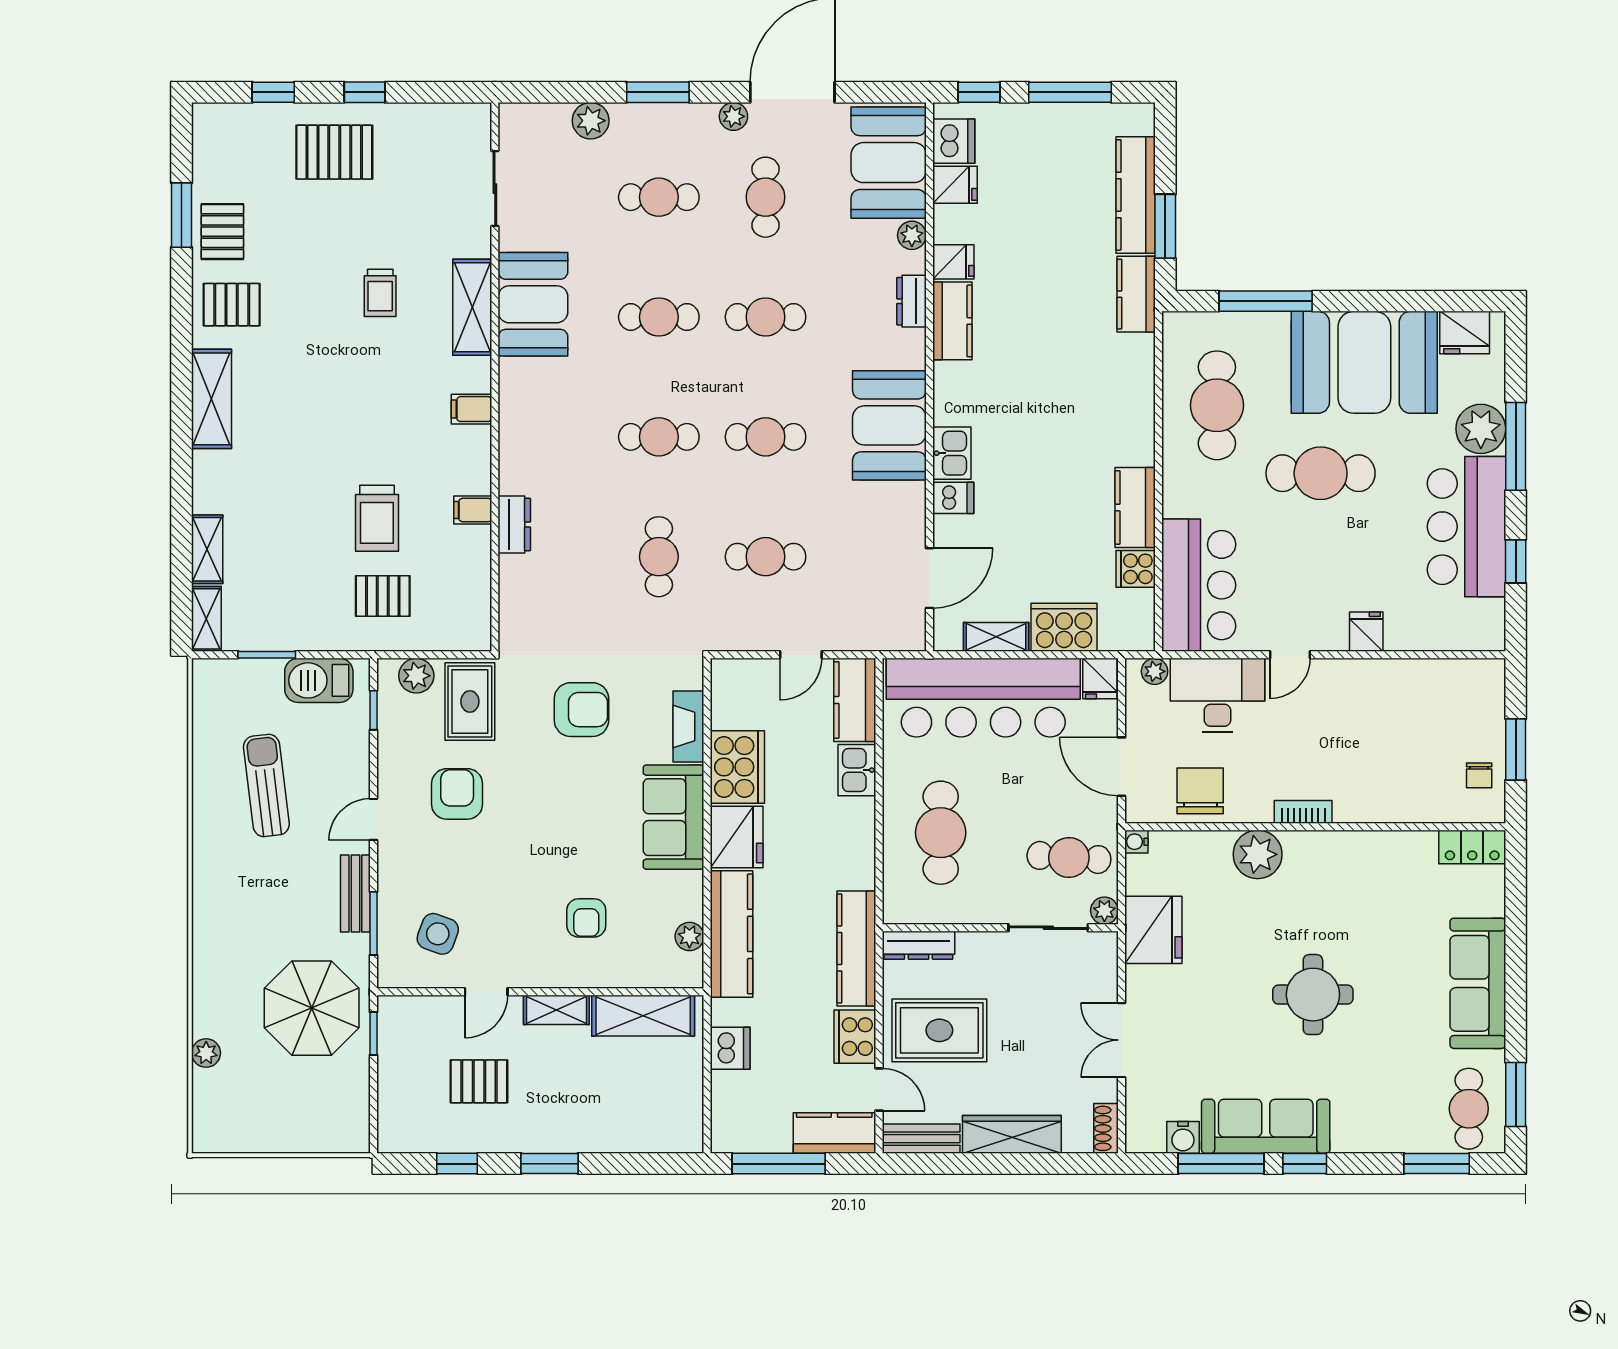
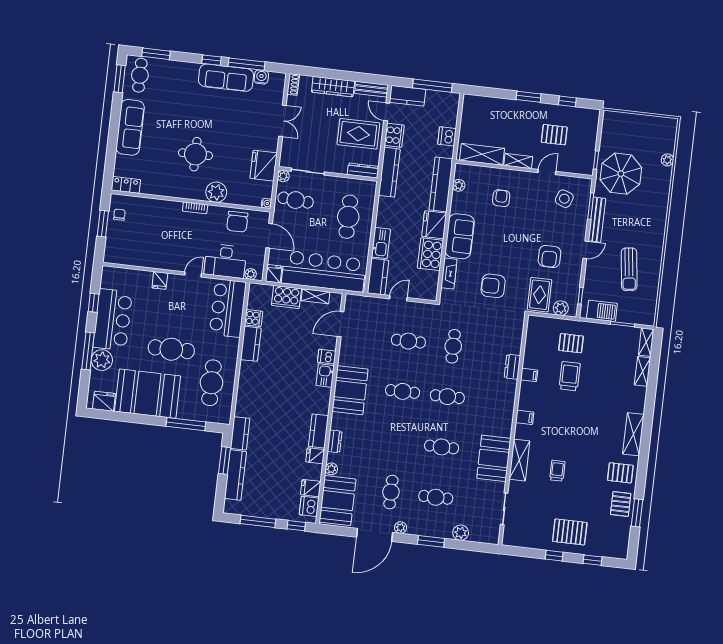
cafe table: (766, 317) -> (397, 442), removed
kitchen sink: (857, 770) -> (381, 243), width x1.38
bench: (355, 893) -> (597, 220), width x1.36
round table: (1313, 995) -> (195, 154), moved

